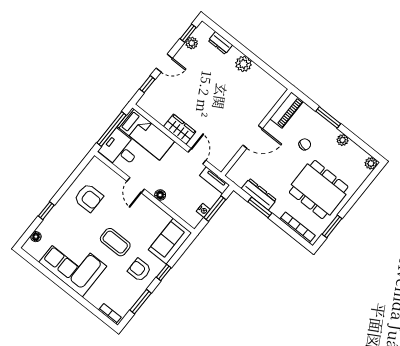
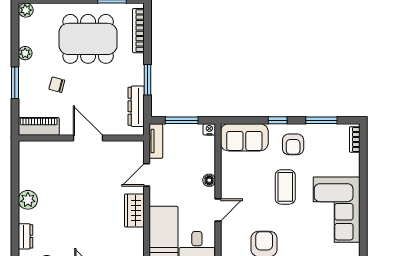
dining table: (319, 189) -> (88, 39), turned 90
dresser: (259, 194) -> (136, 106), moved
nightstand: (203, 210) -> (209, 129), moved

